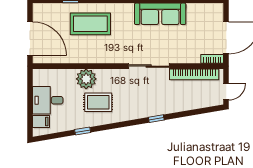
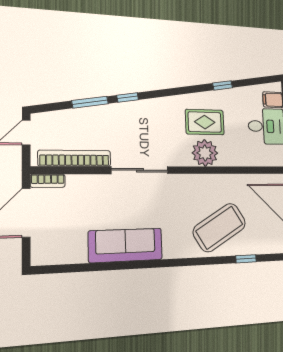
coffee table: (90, 24) -> (219, 228), turned -31
plant: (86, 79) -> (205, 153), moved
window: (183, 114) -> (90, 102), added

